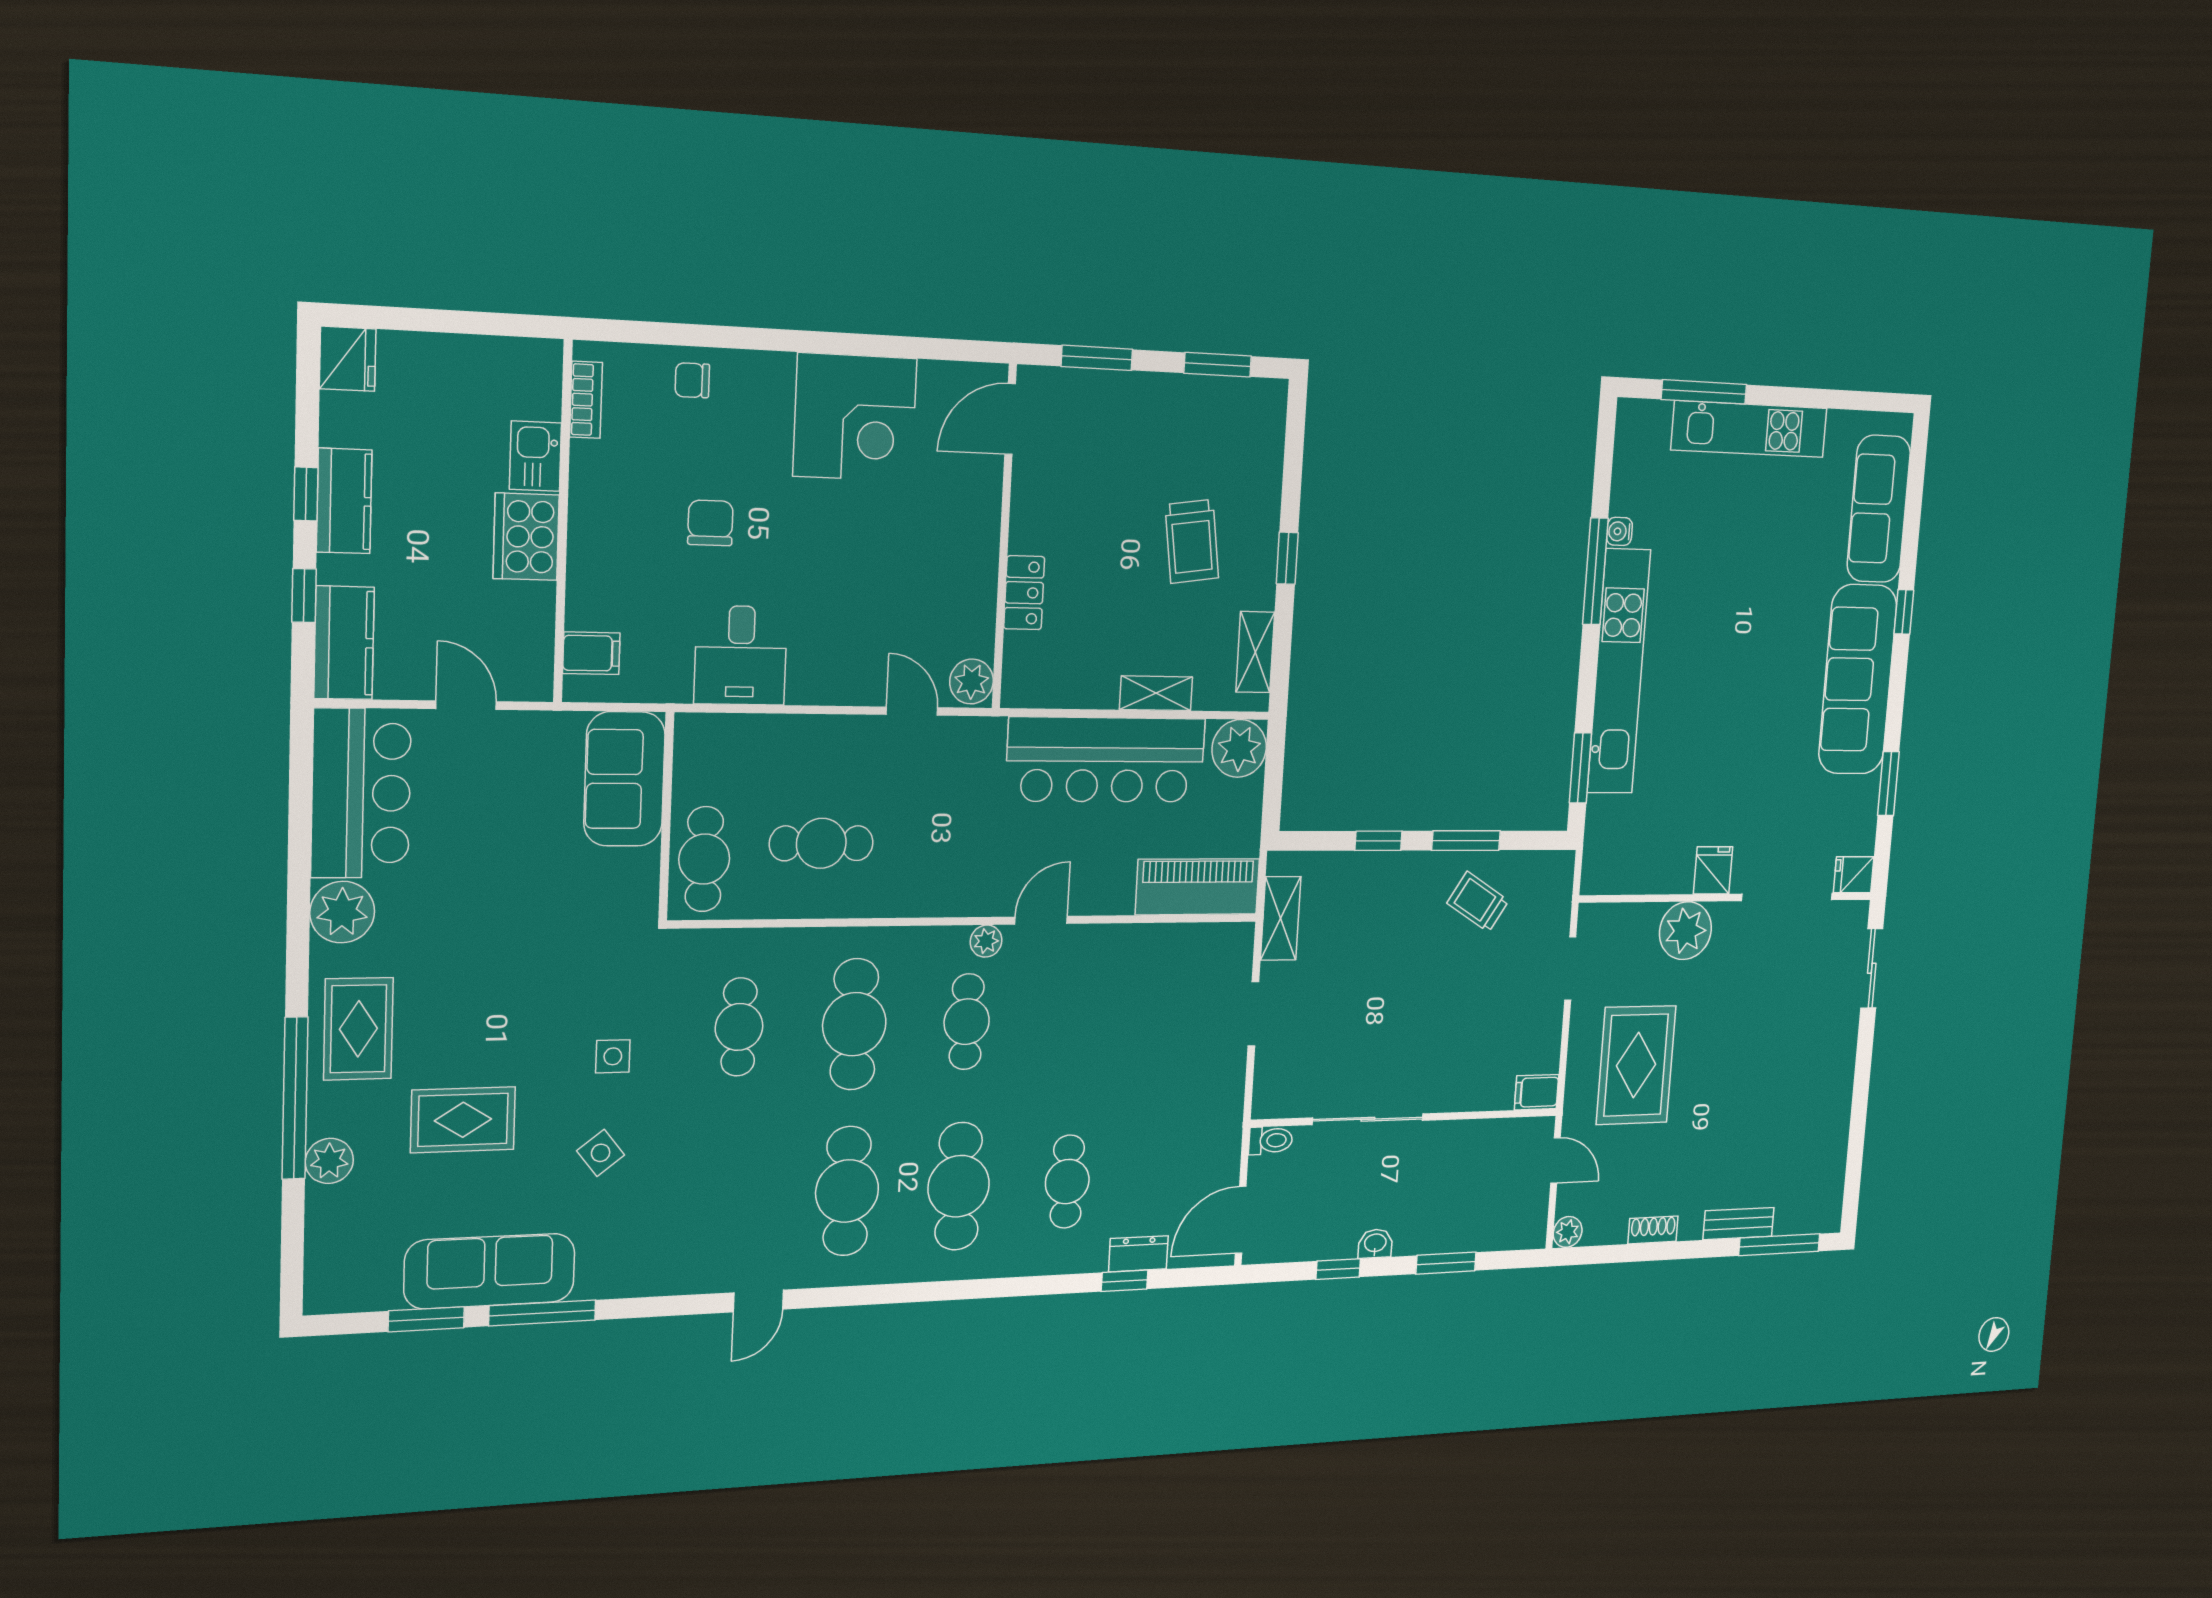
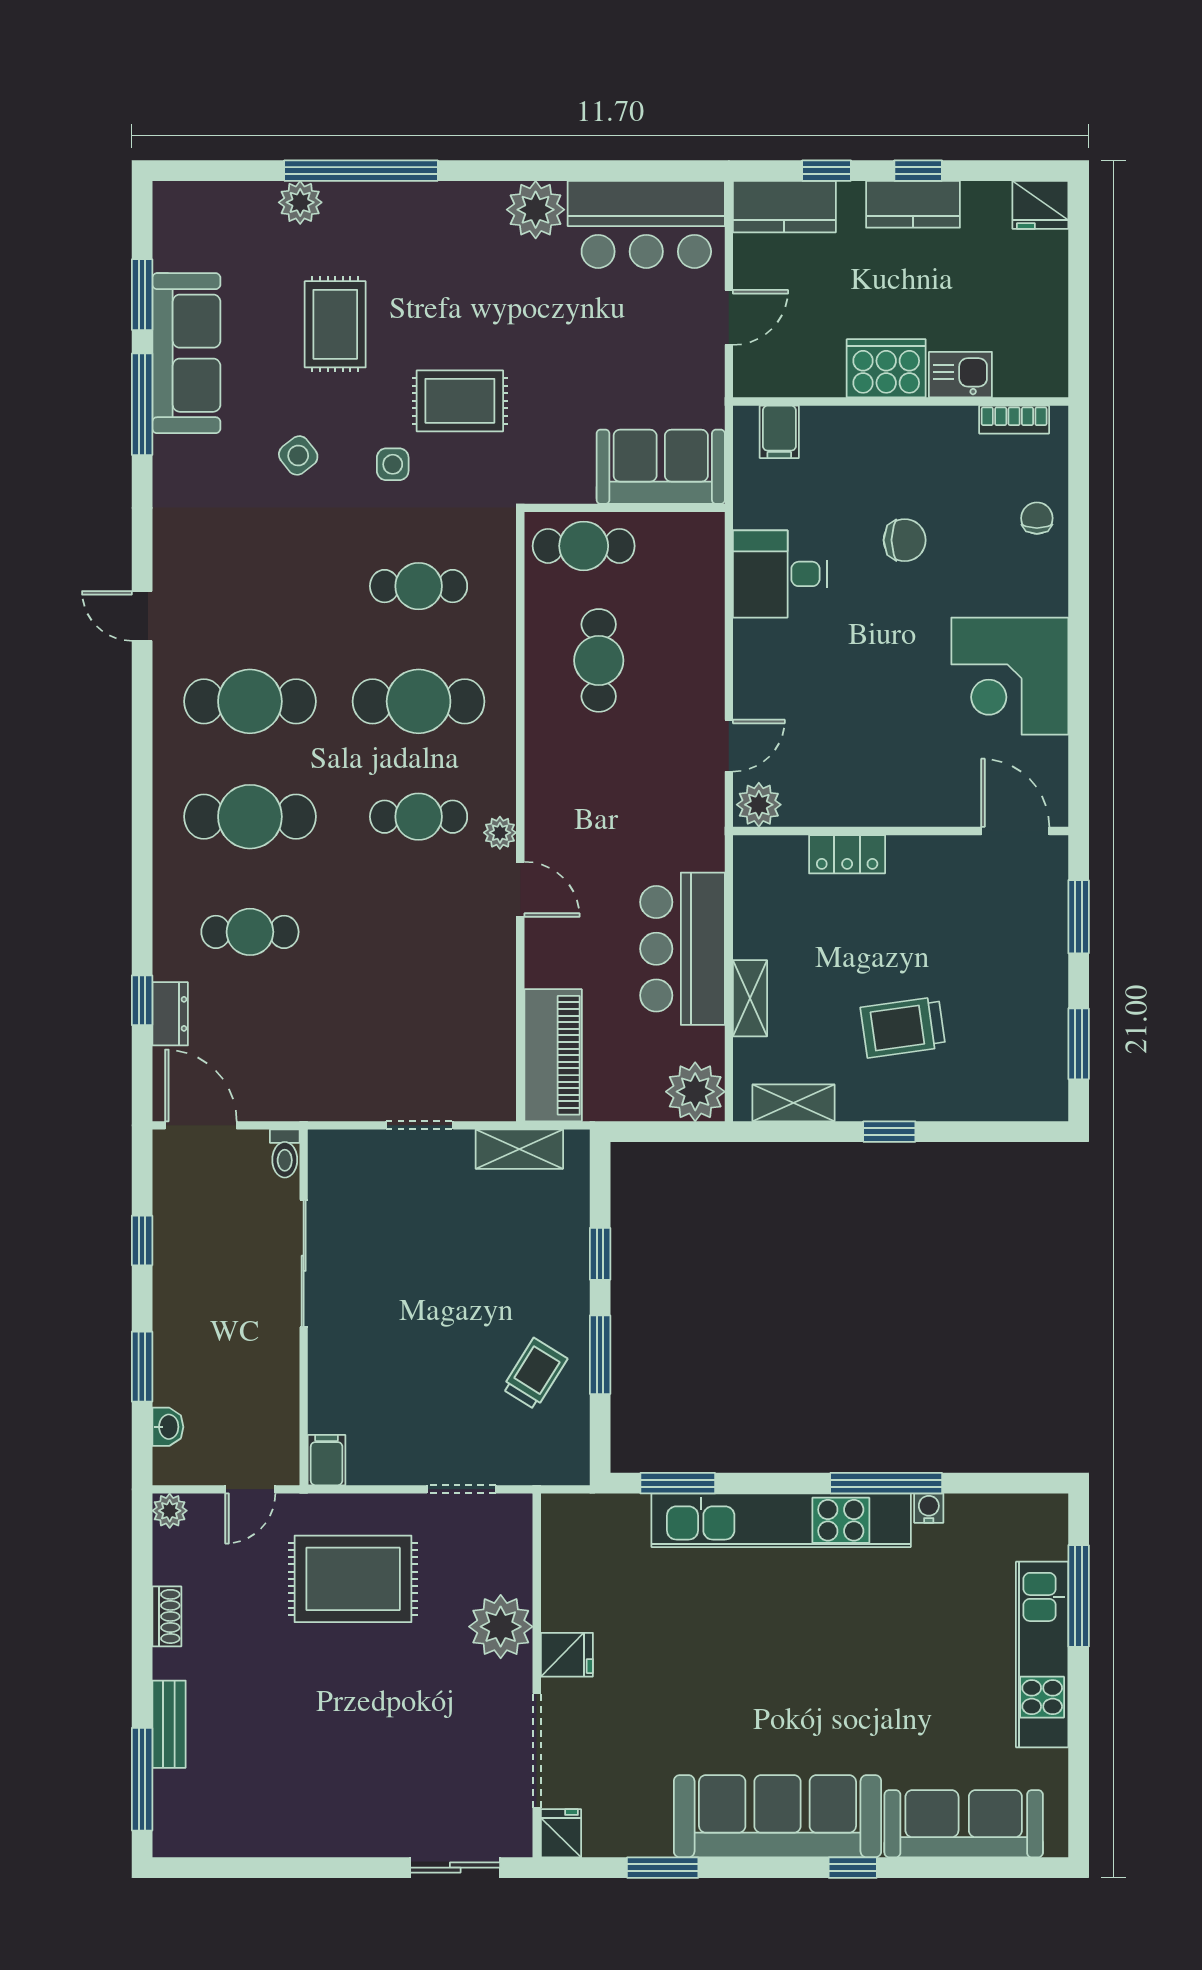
bar counter: (1106, 760) -> (682, 949), width x0.73
rug: (358, 1029) -> (460, 401), moved
washbasin: (1375, 1244) -> (168, 1427), moved

